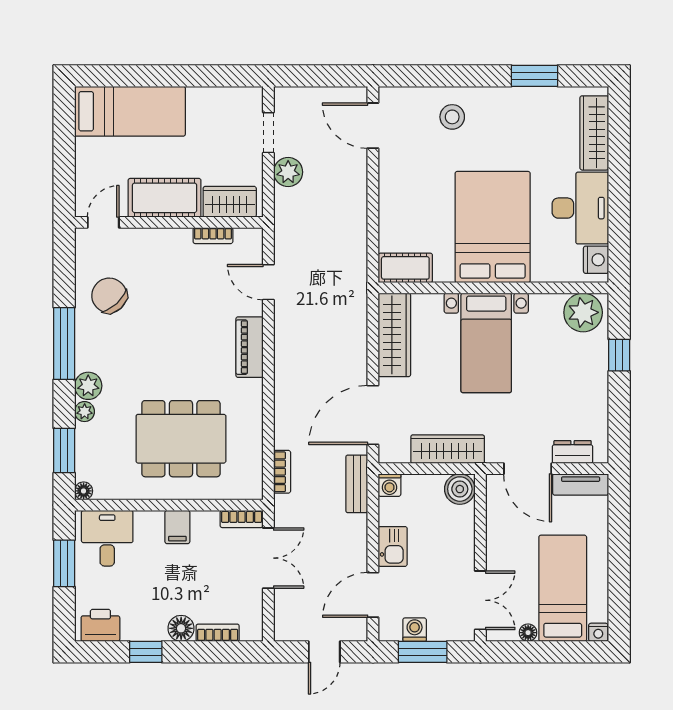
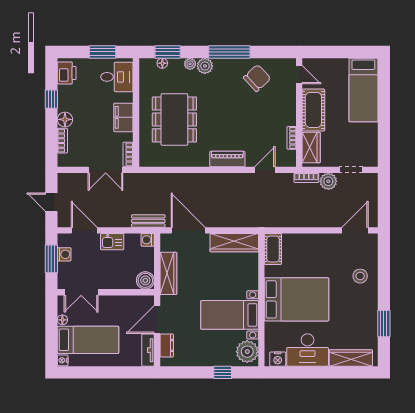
bed with nightstands: (486, 343) -> (230, 315), moved
bookcase: (282, 472) -> (306, 178), moved
floor lamp: (84, 491) -> (162, 63), moved
filing cabinet: (177, 527) -> (123, 117), width x2.00

